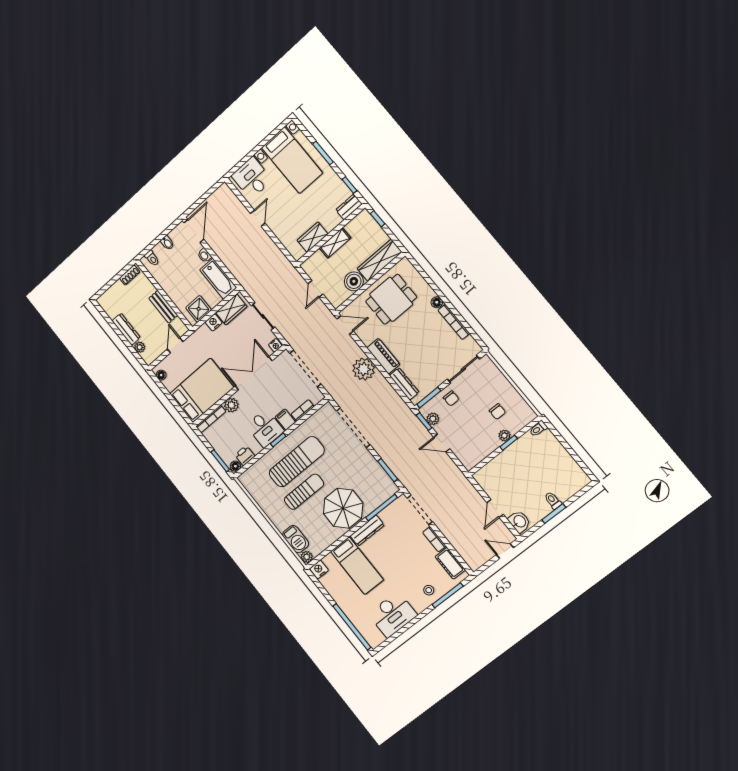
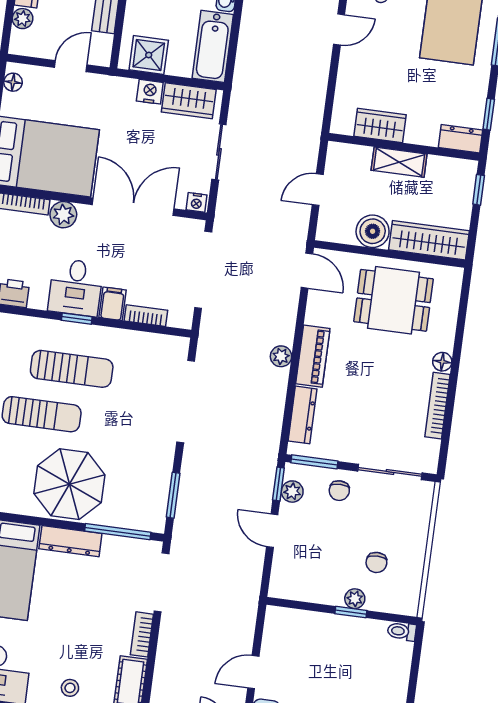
plant: (364, 369) -> (281, 356), width x0.53, depth x0.53
sun lounger: (297, 462) -> (72, 369), width x0.73, depth x0.75

